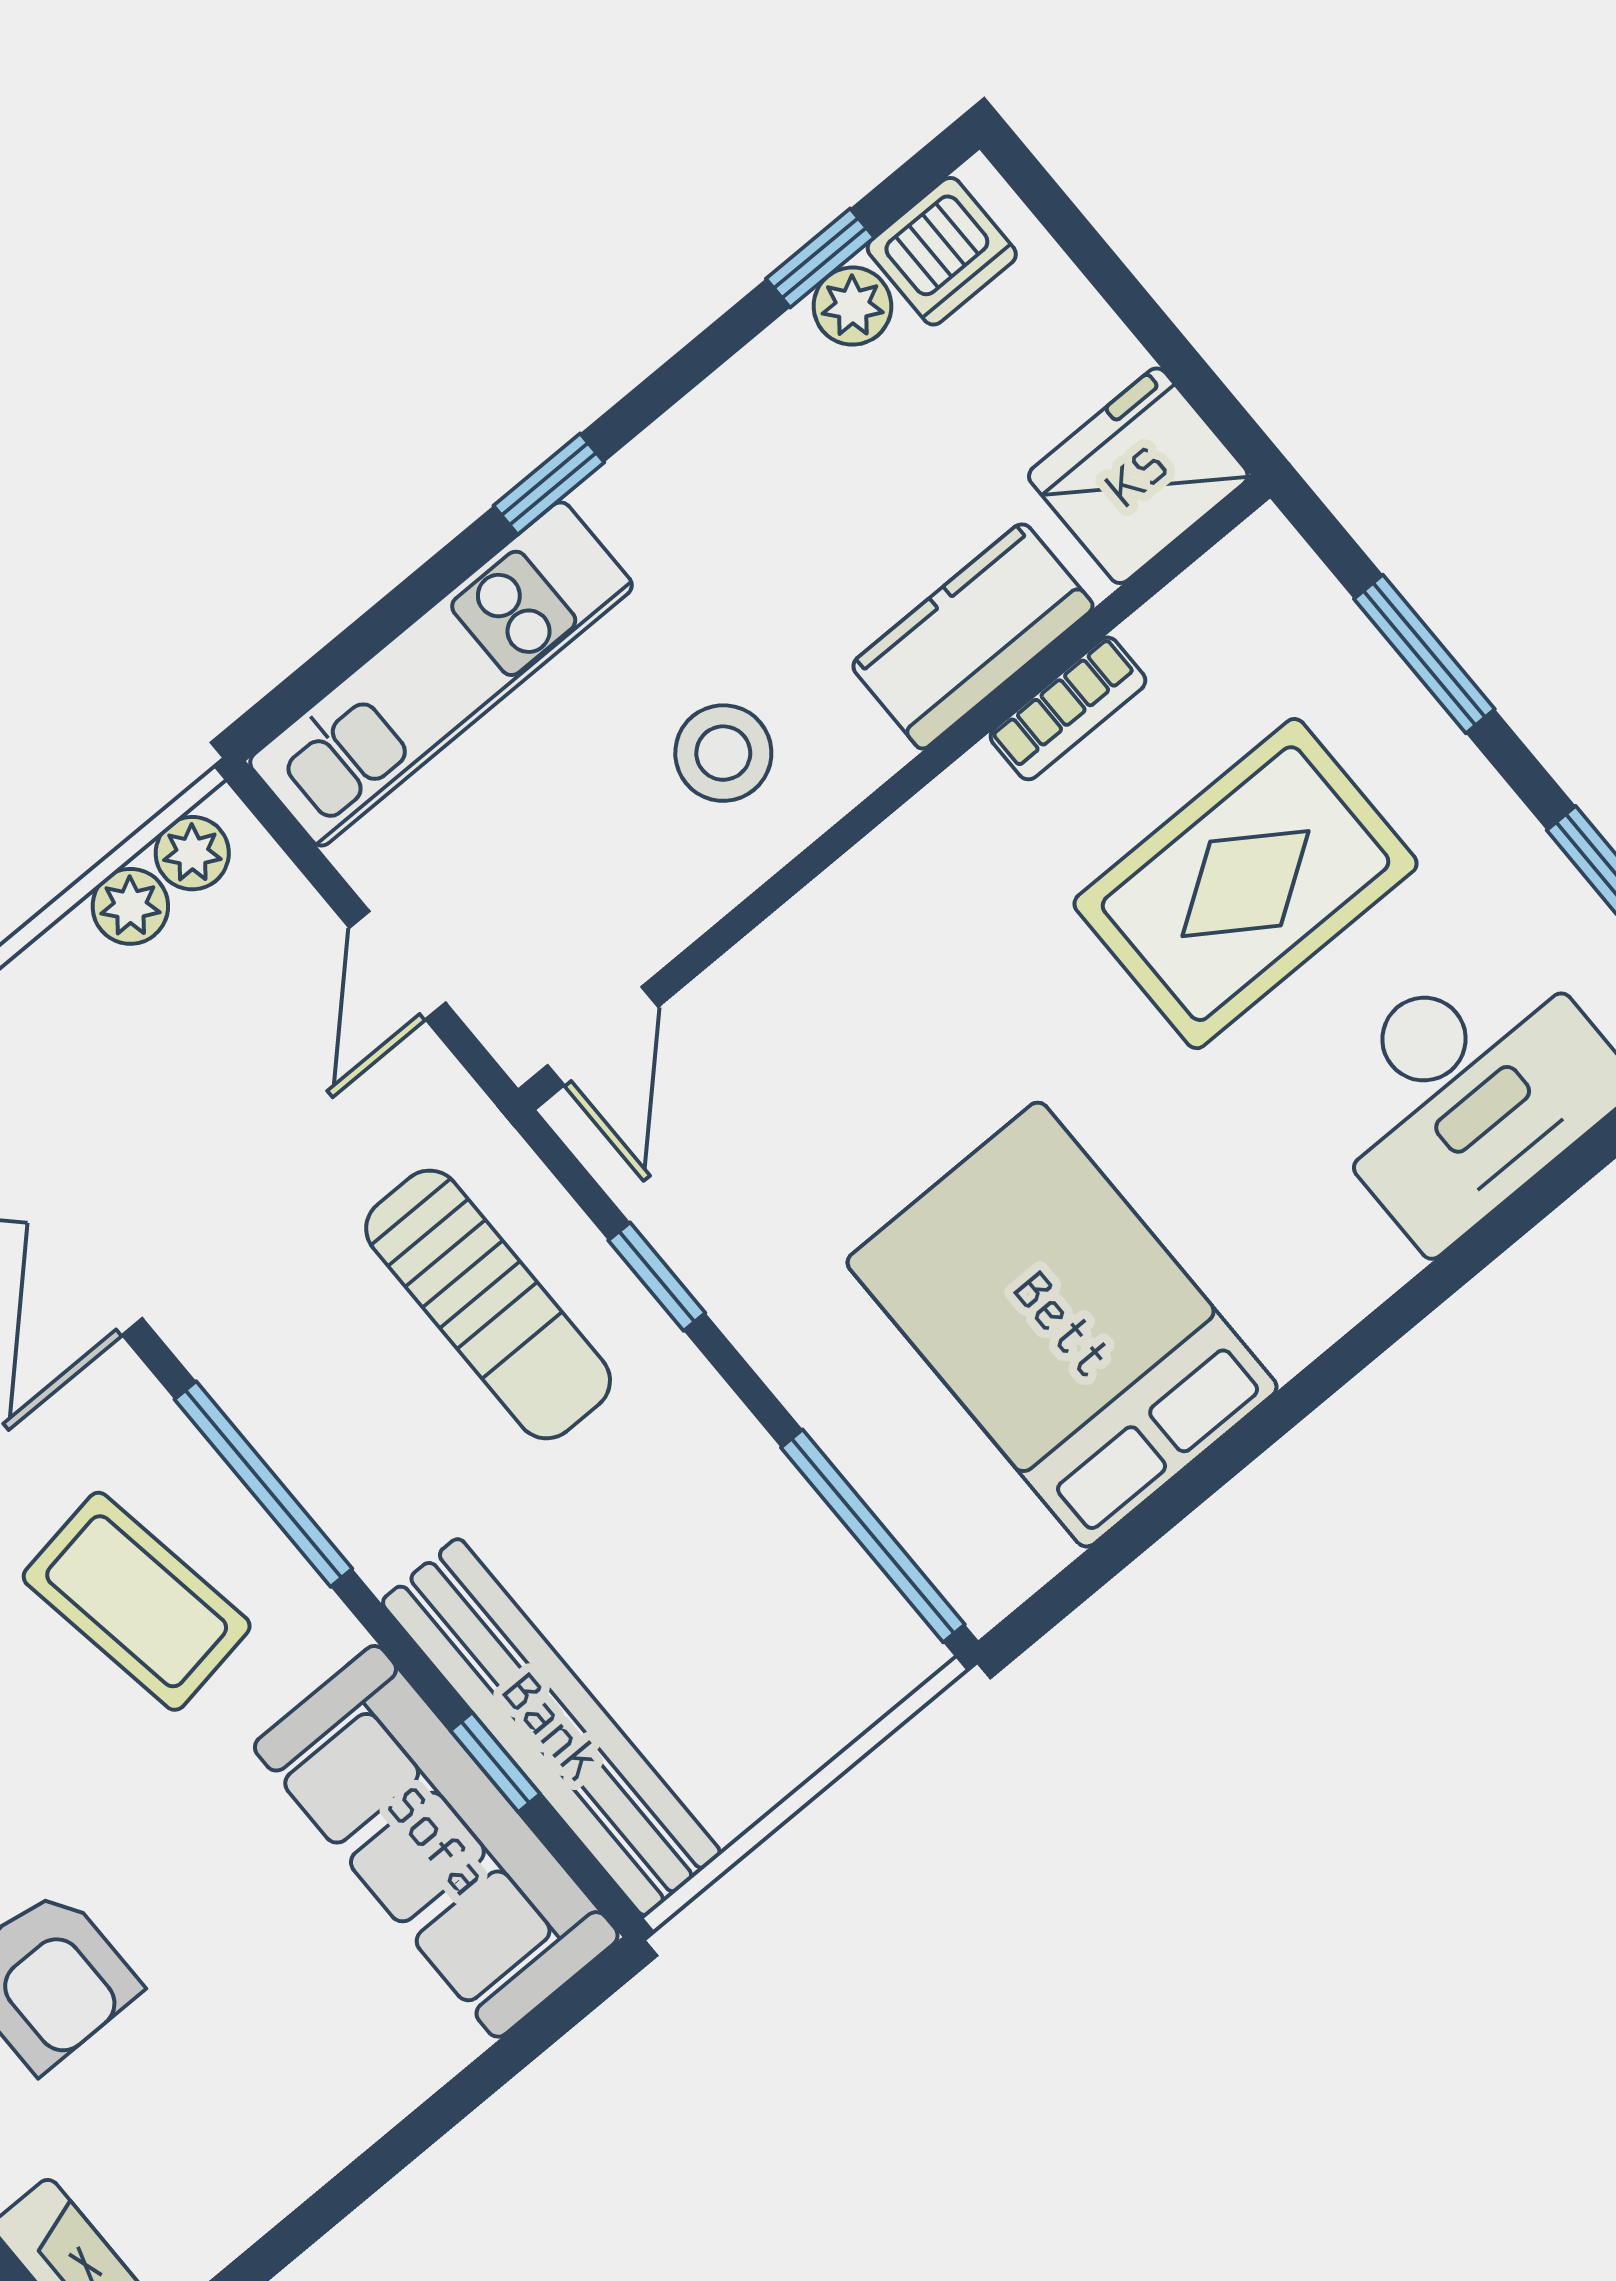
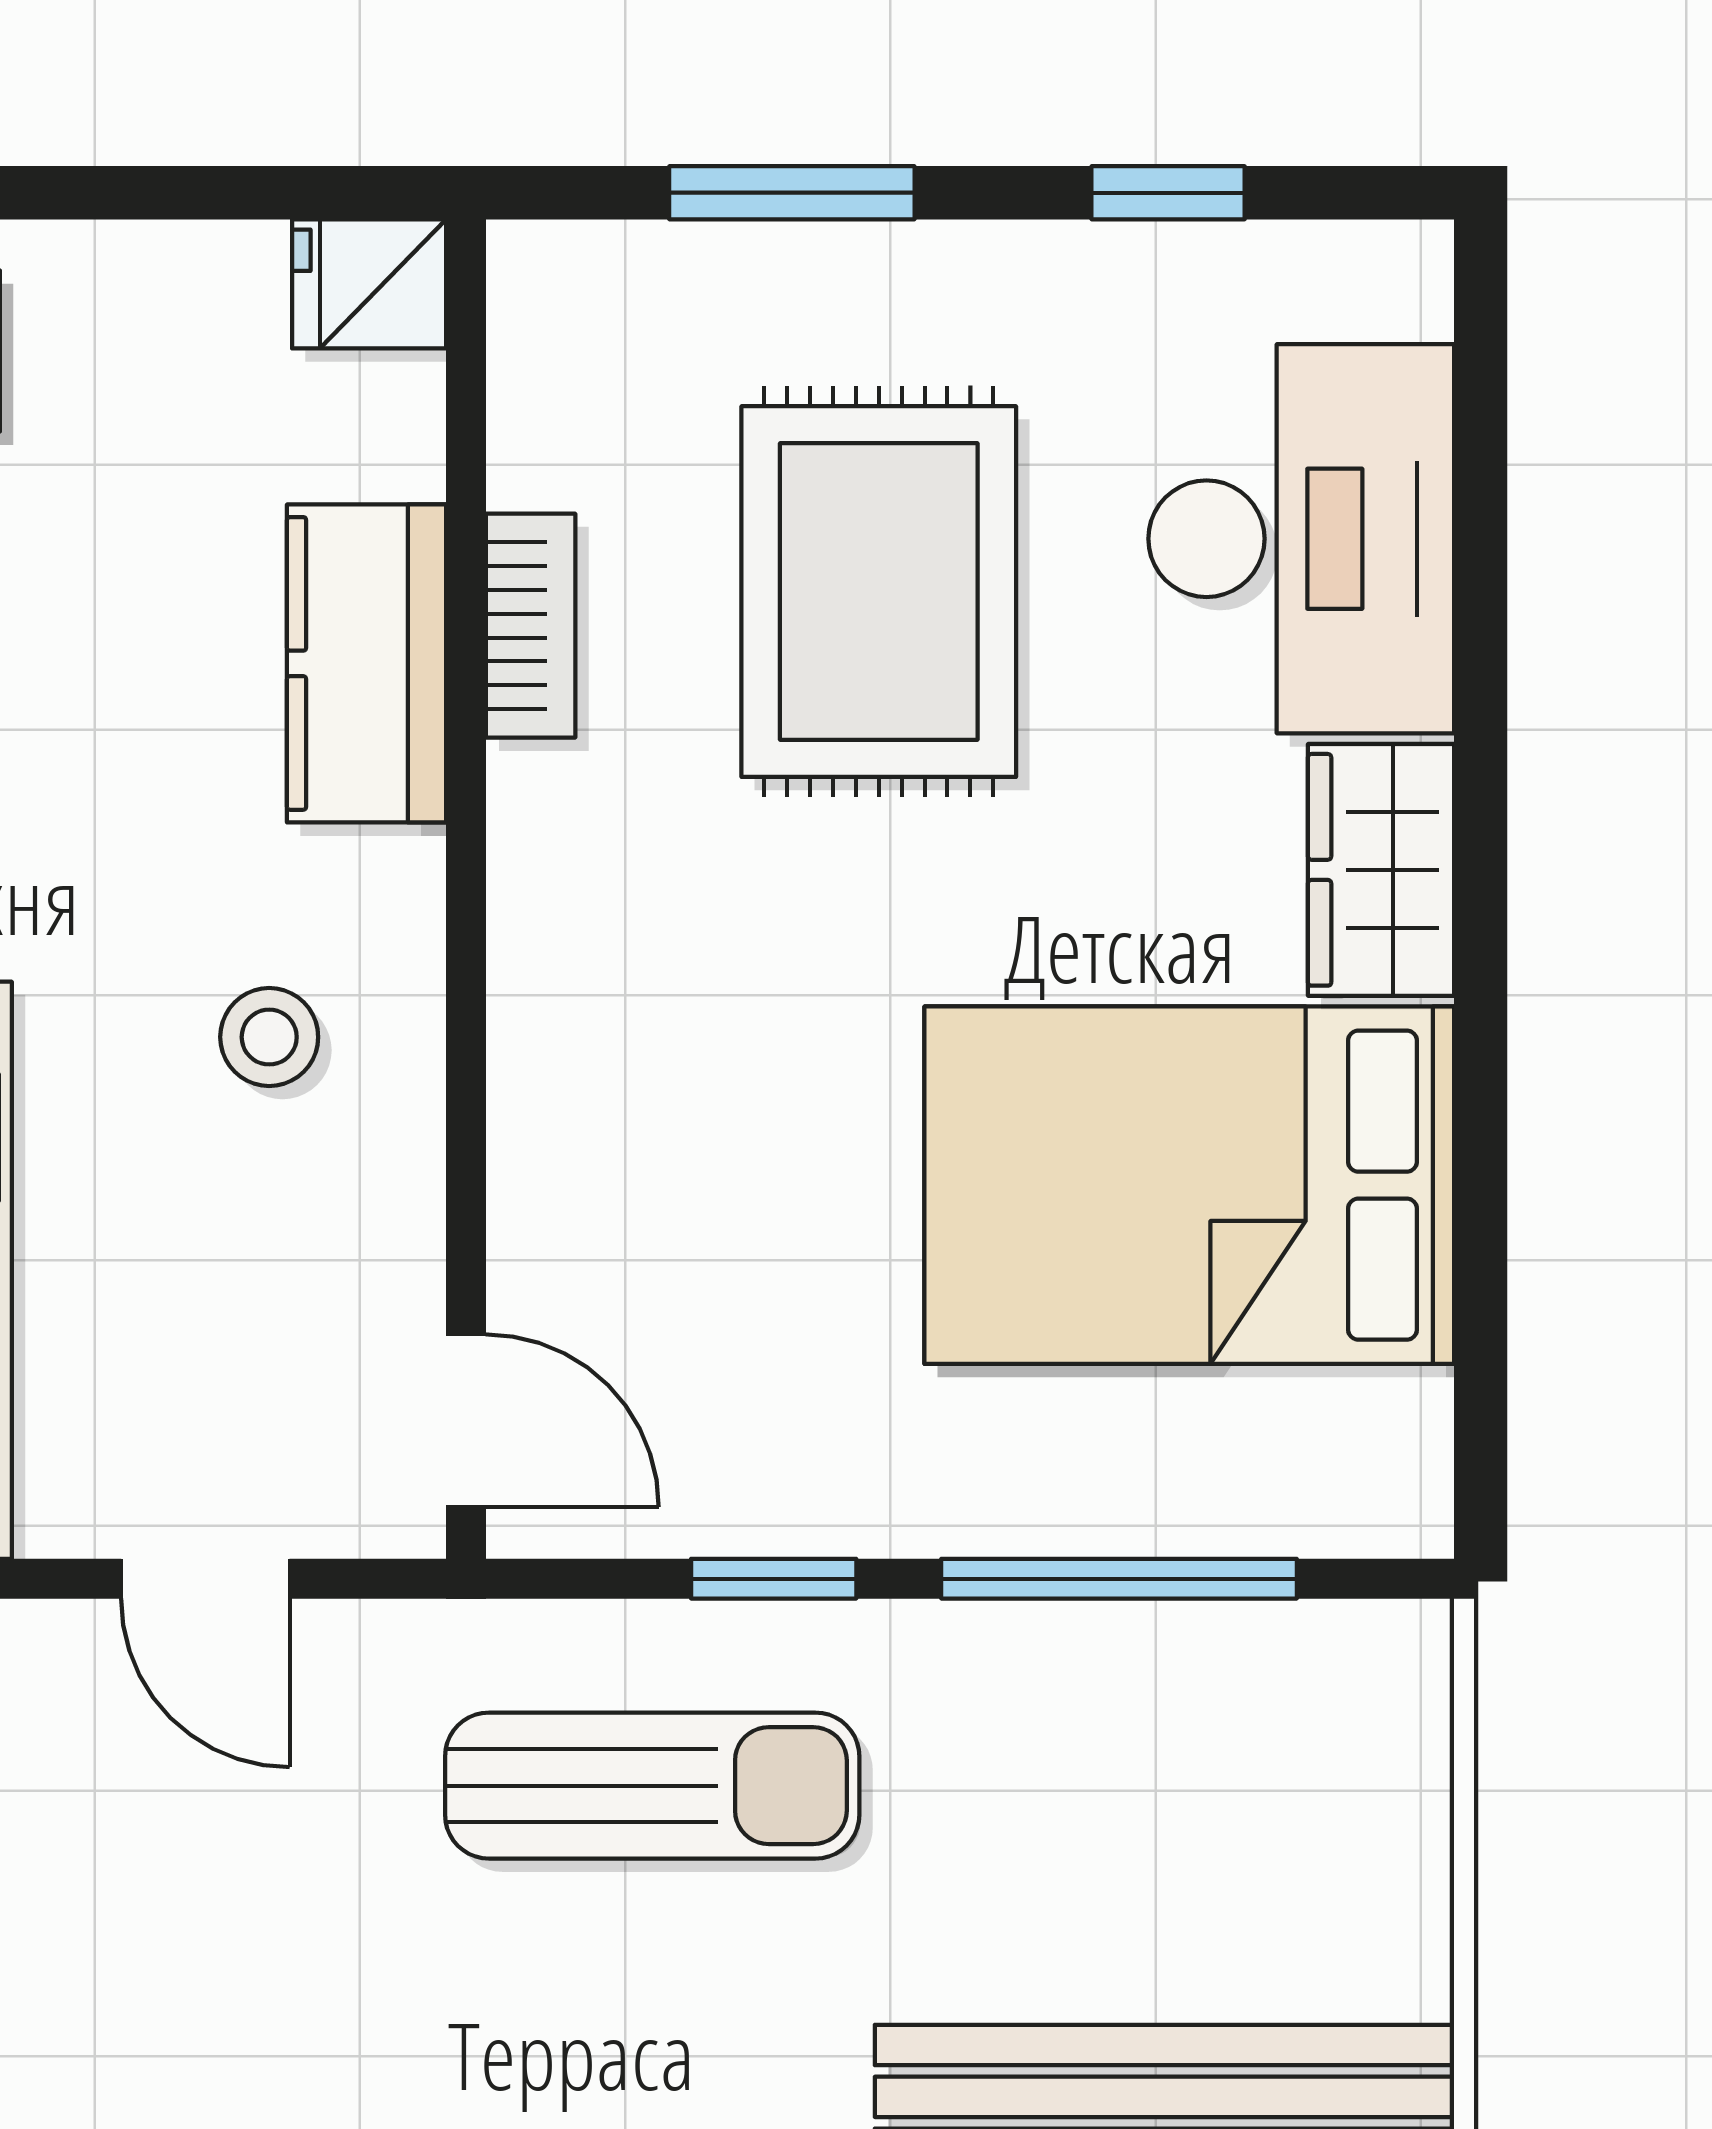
fridge: (1138, 476) -> (369, 284), width x0.53, depth x0.75
stool: (723, 753) -> (269, 1037), width x0.73, depth x0.73
wardrobe: (1322, 1286) -> (1381, 870), added
window: (873, 1536) -> (1119, 1579), moved

